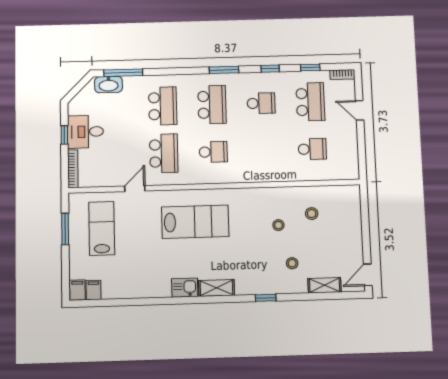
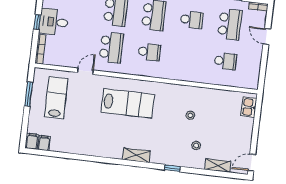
stool: (312, 214) -> (217, 110), removed
kitchen sink: (185, 288) -> (249, 107), moved, turned -90

